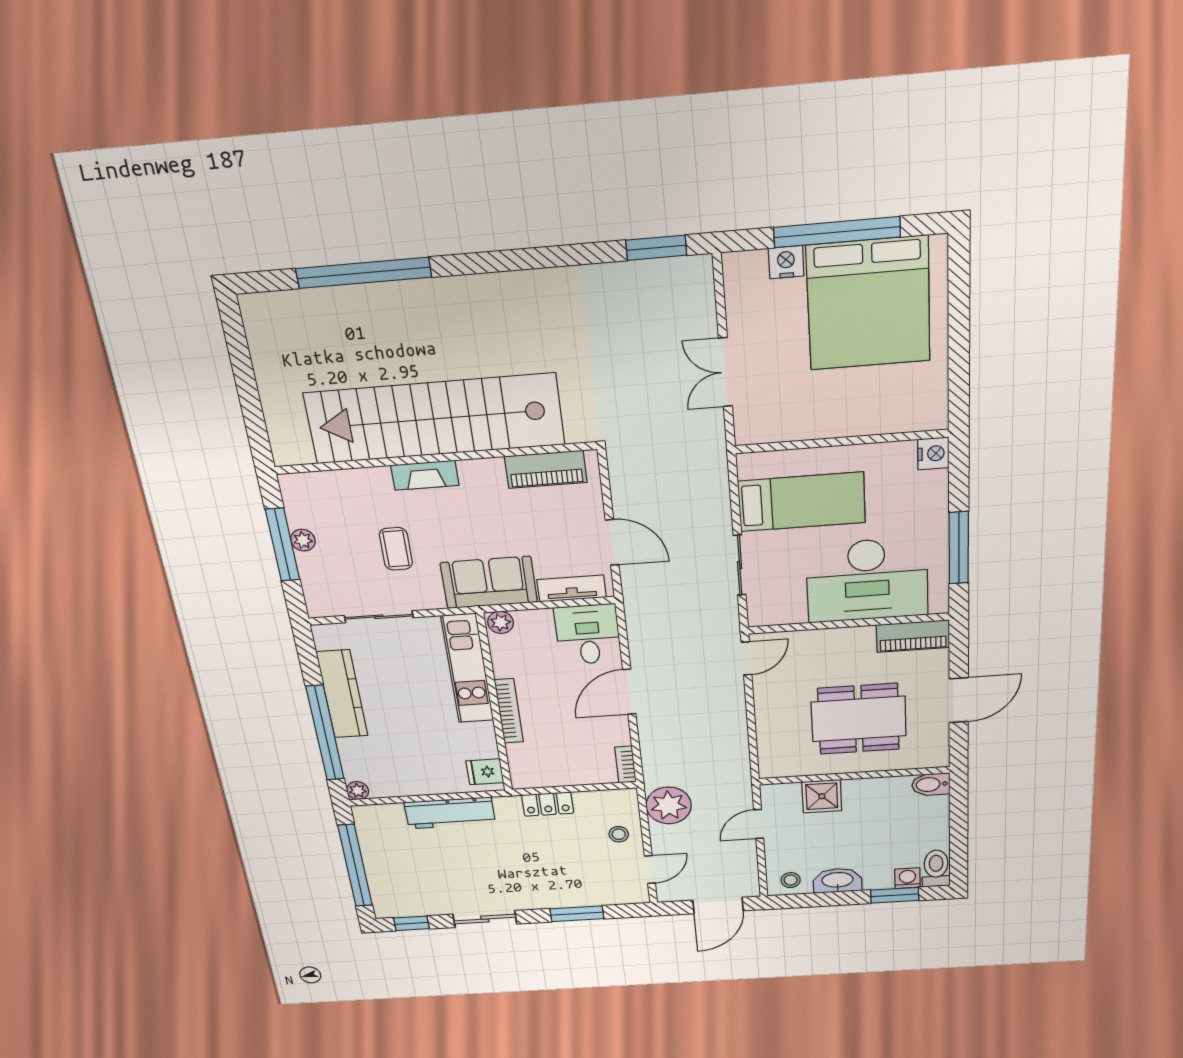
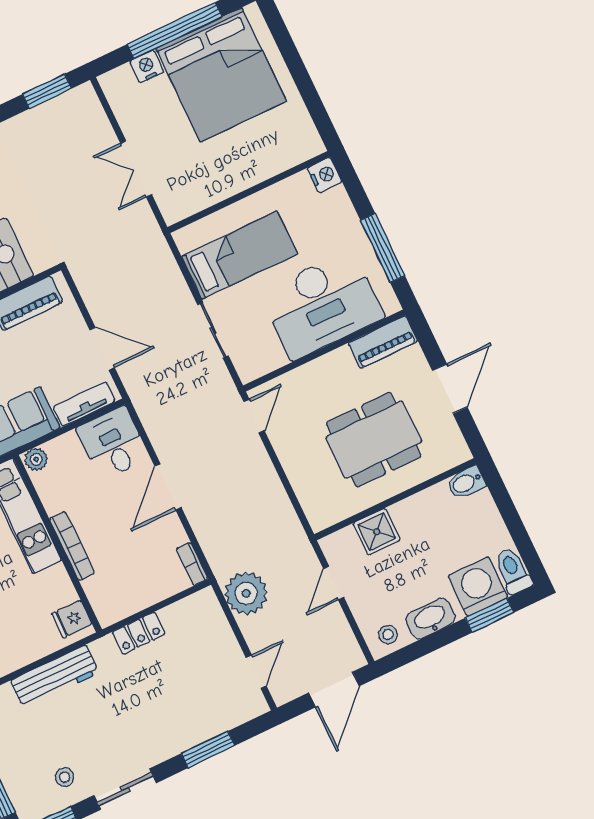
stool: (619, 834) -> (65, 777), moved
washing machine: (907, 878) -> (478, 587), width x1.89, depth x1.89

